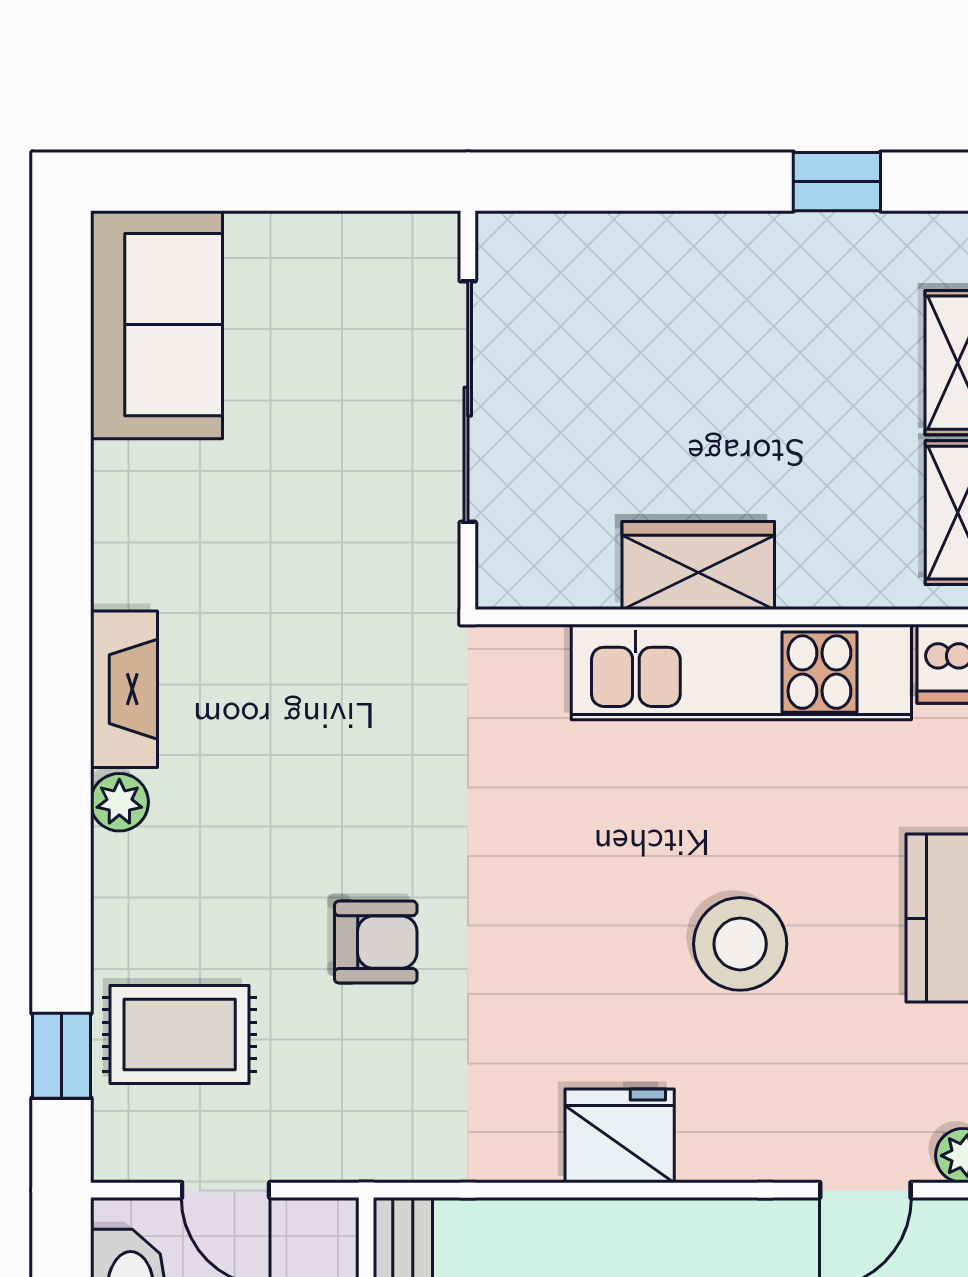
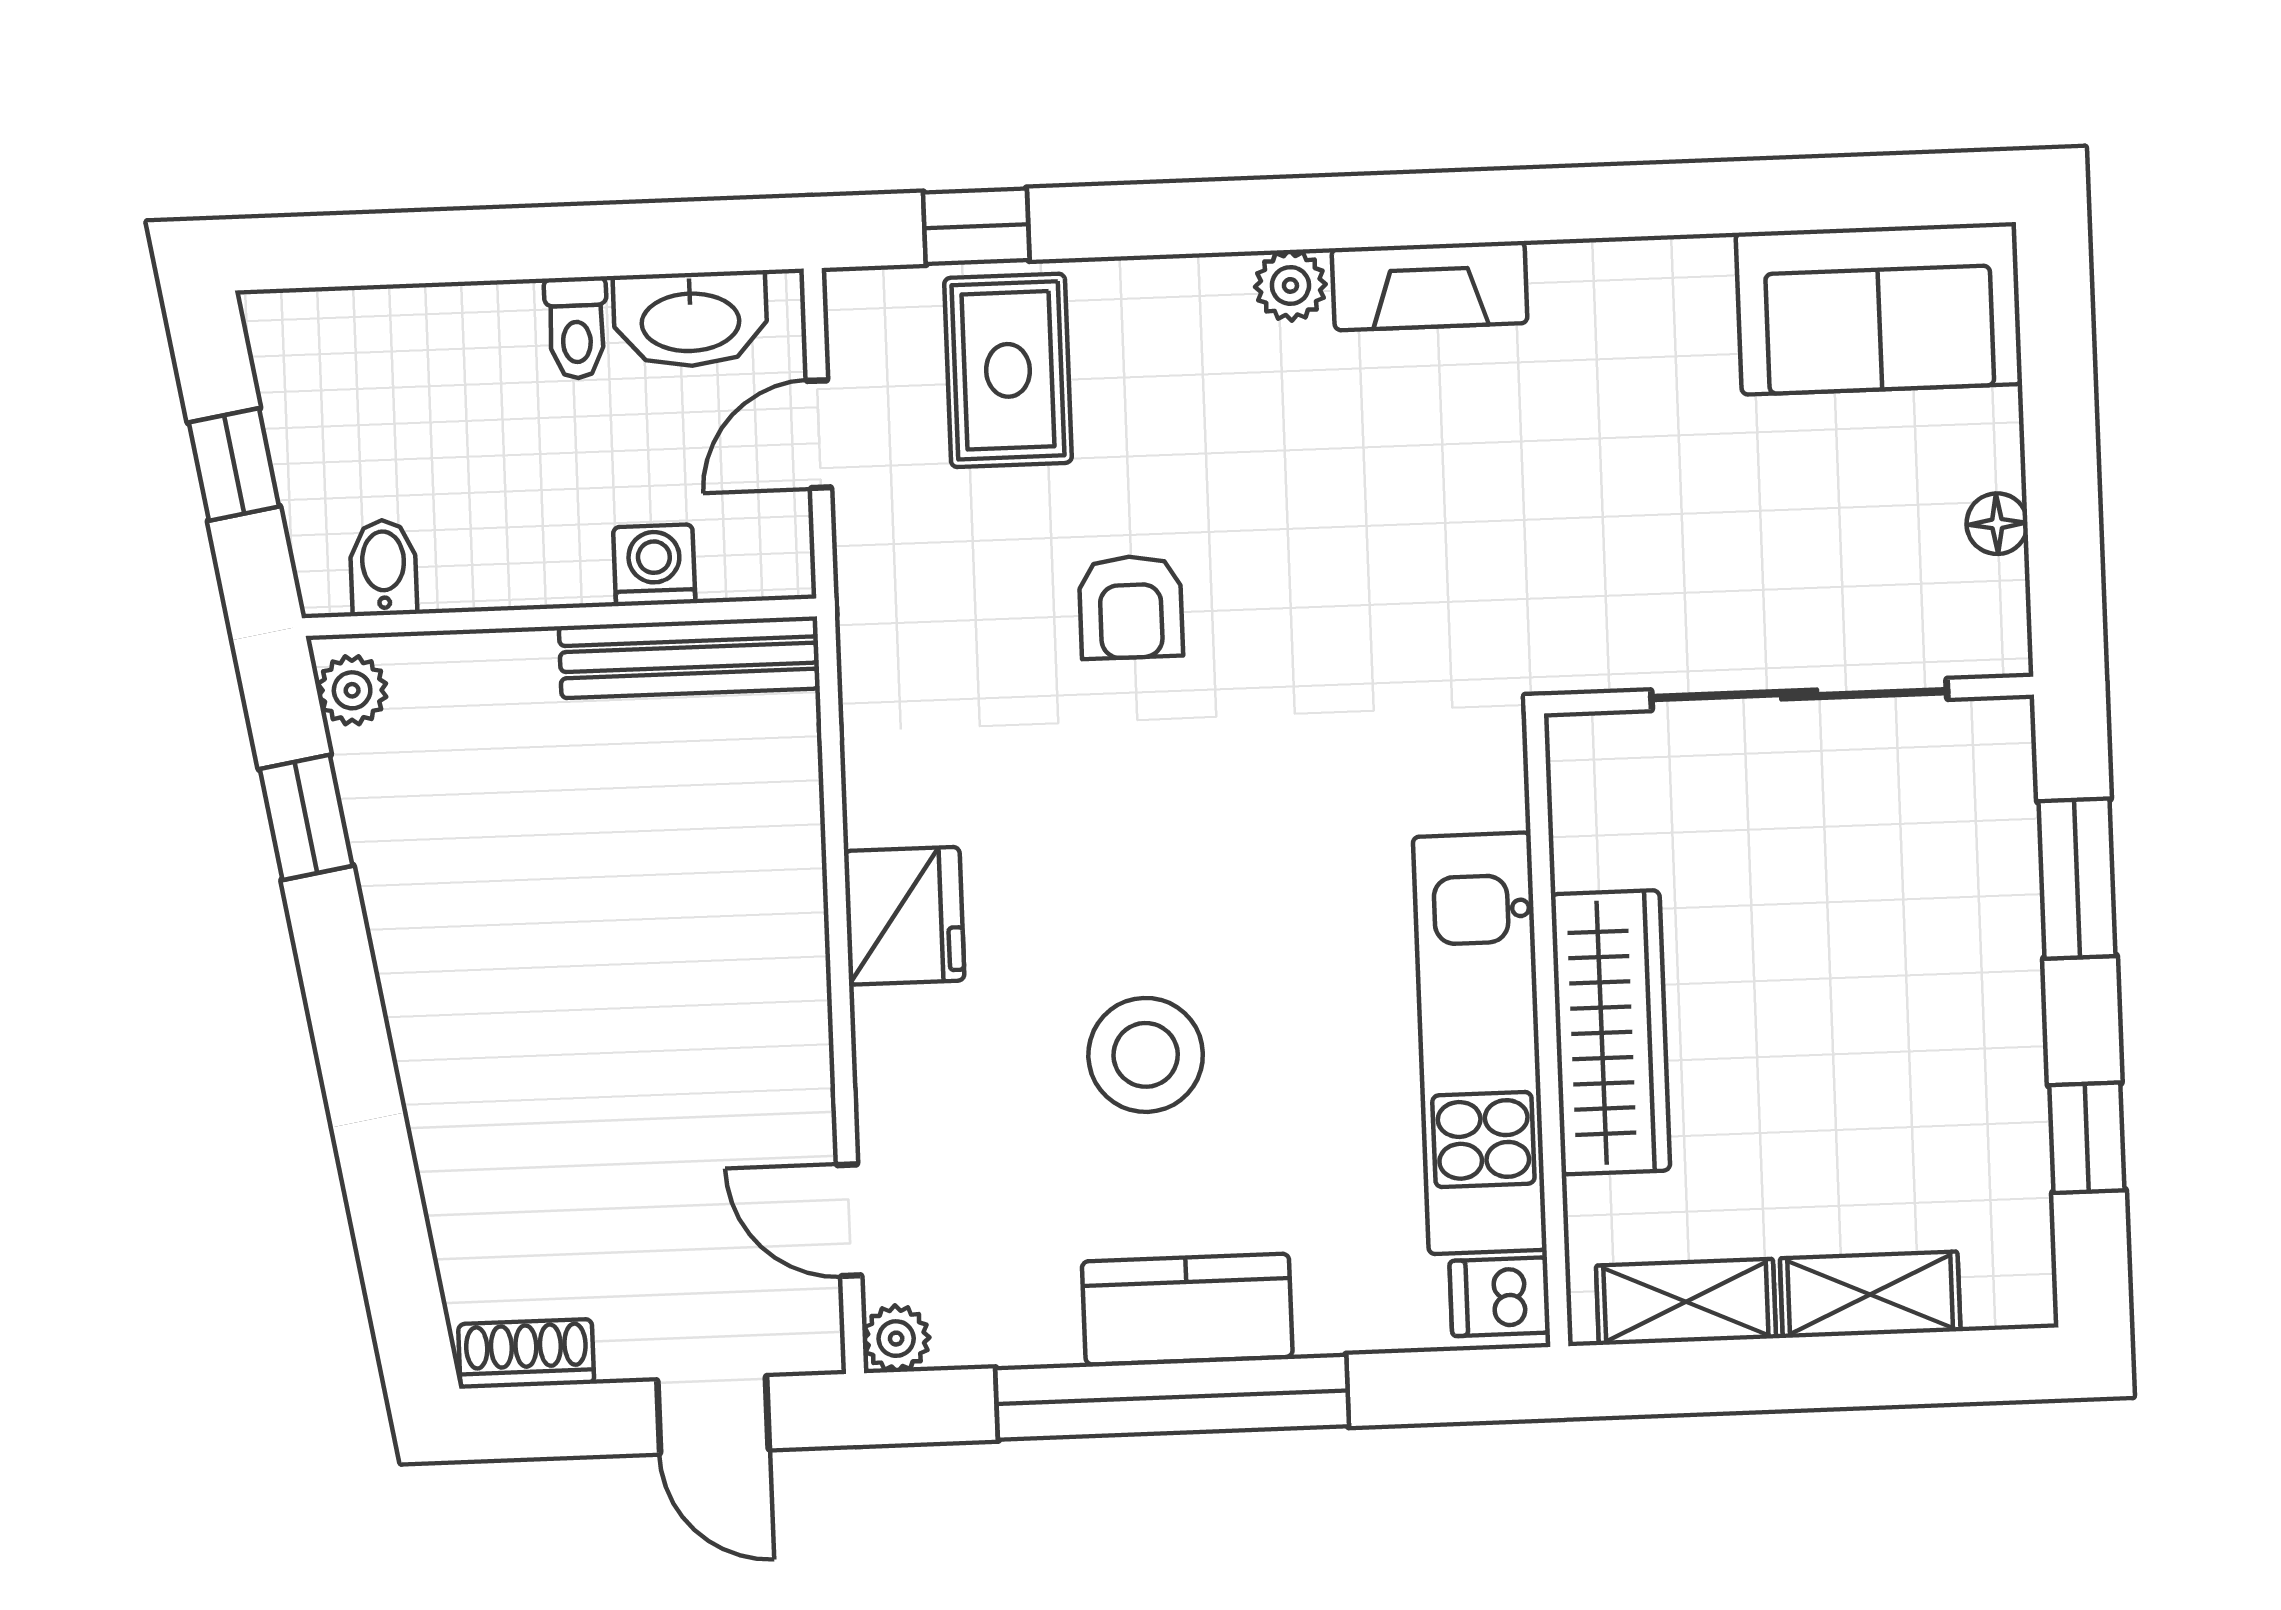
window: (626, 182) -> (2077, 879), added
floor lamp: (335, 235) -> (1997, 524), added
wardrobe: (698, 565) -> (1610, 1032), width x1.50

